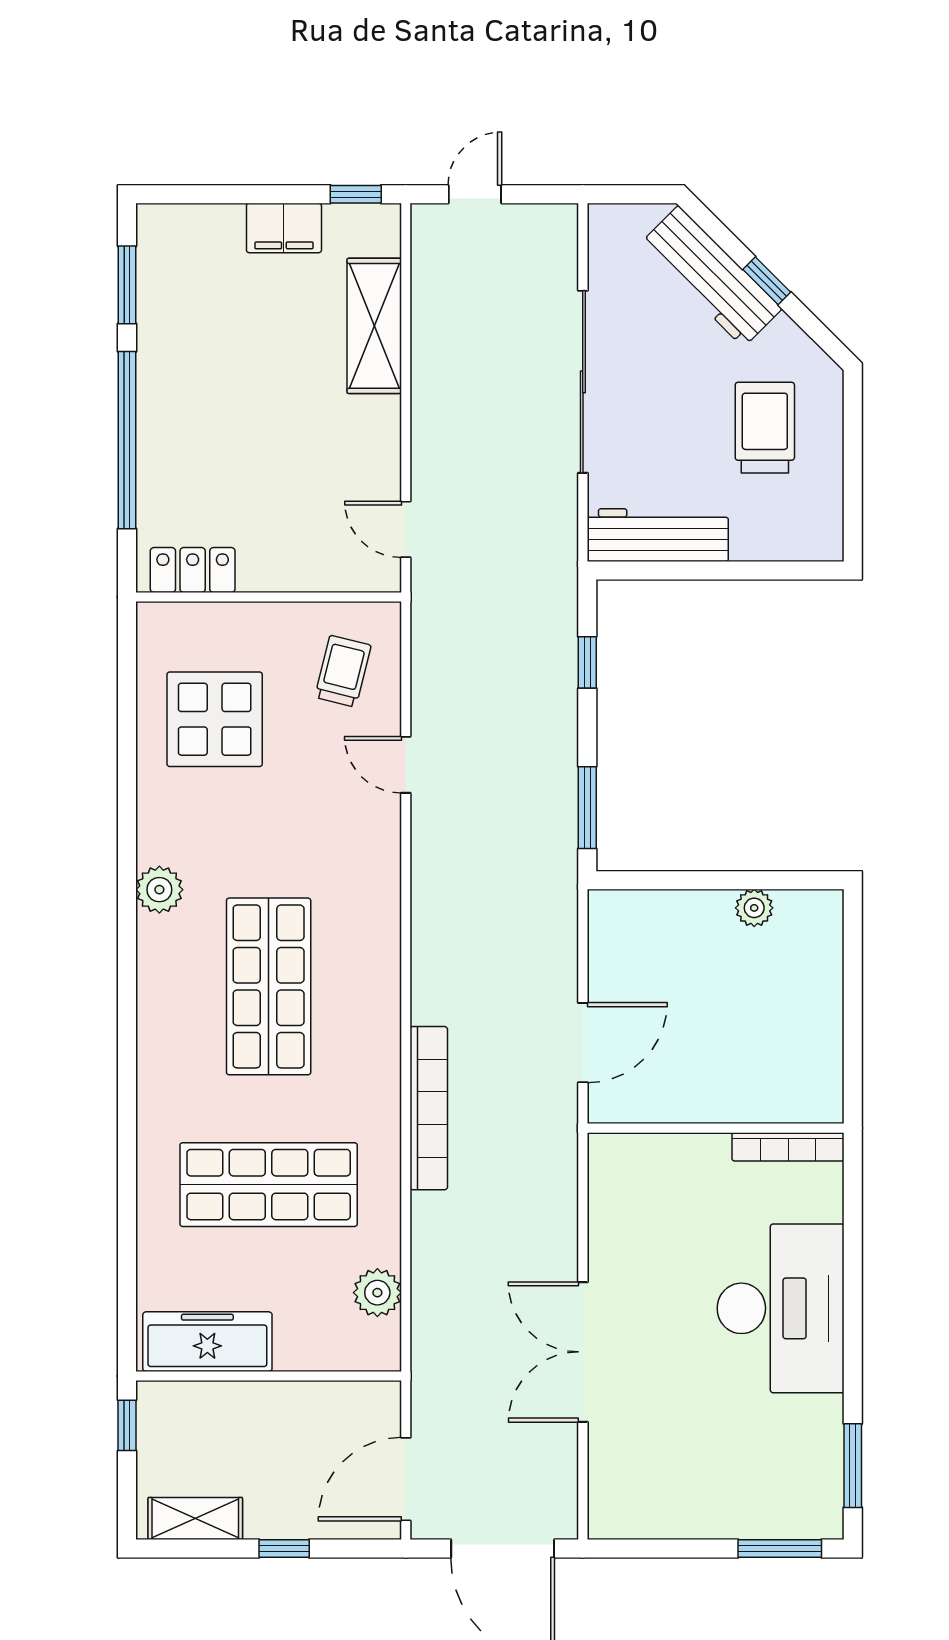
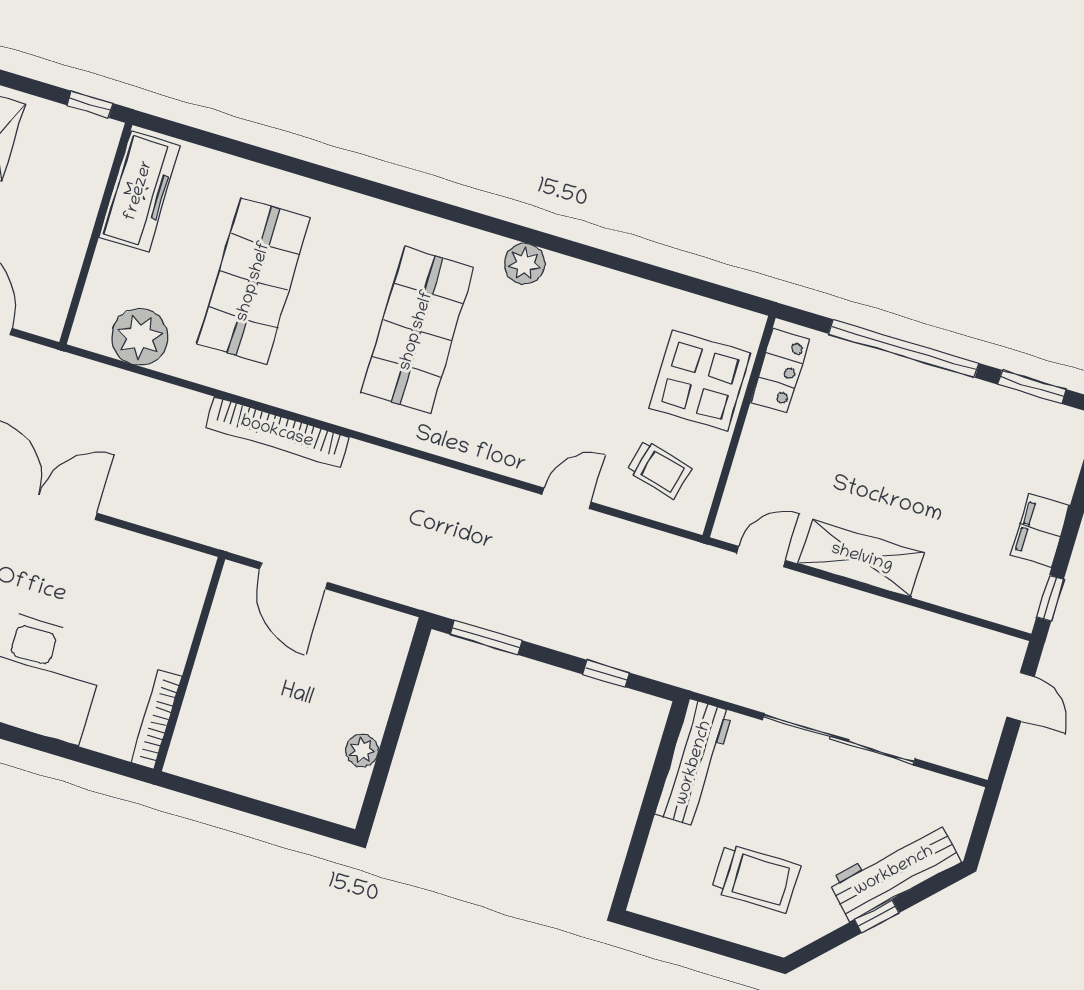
shelving: (374, 326) -> (862, 558), moved
display table: (215, 719) -> (700, 381), moved
shop shelf: (269, 986) -> (417, 330), turned 90
plant: (377, 1293) -> (140, 337), width x1.36, depth x1.36

